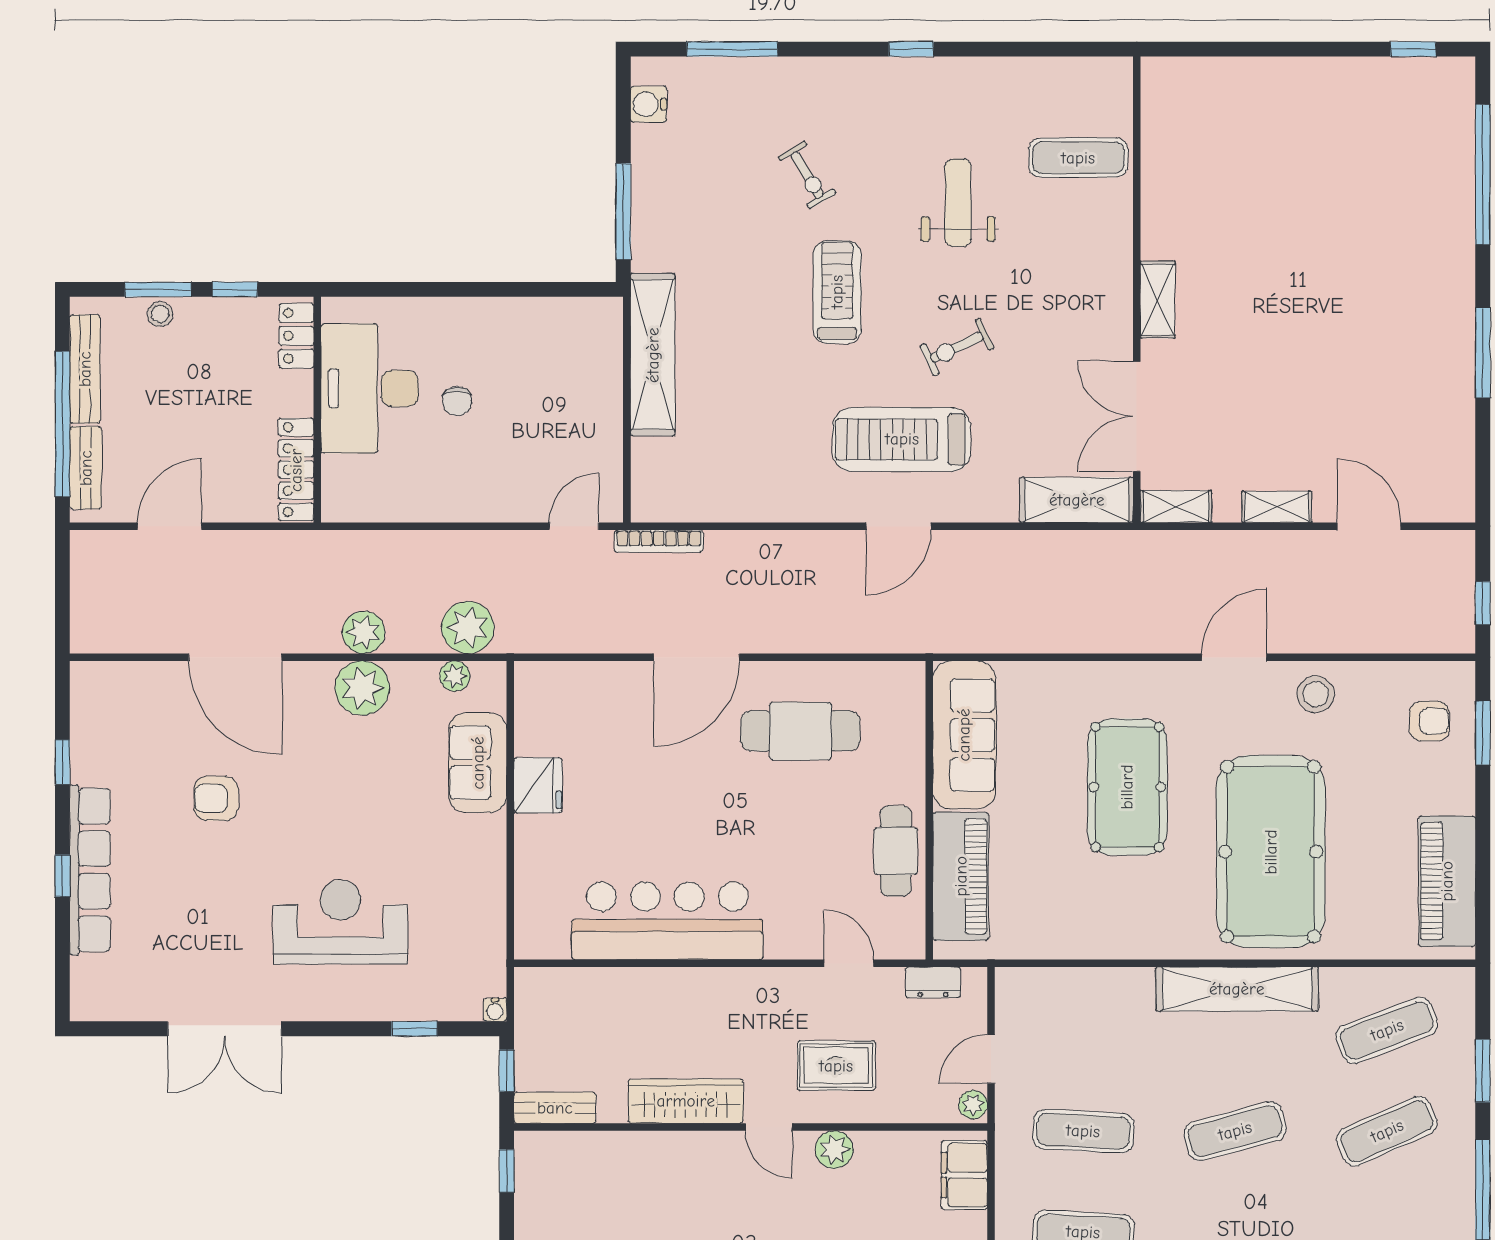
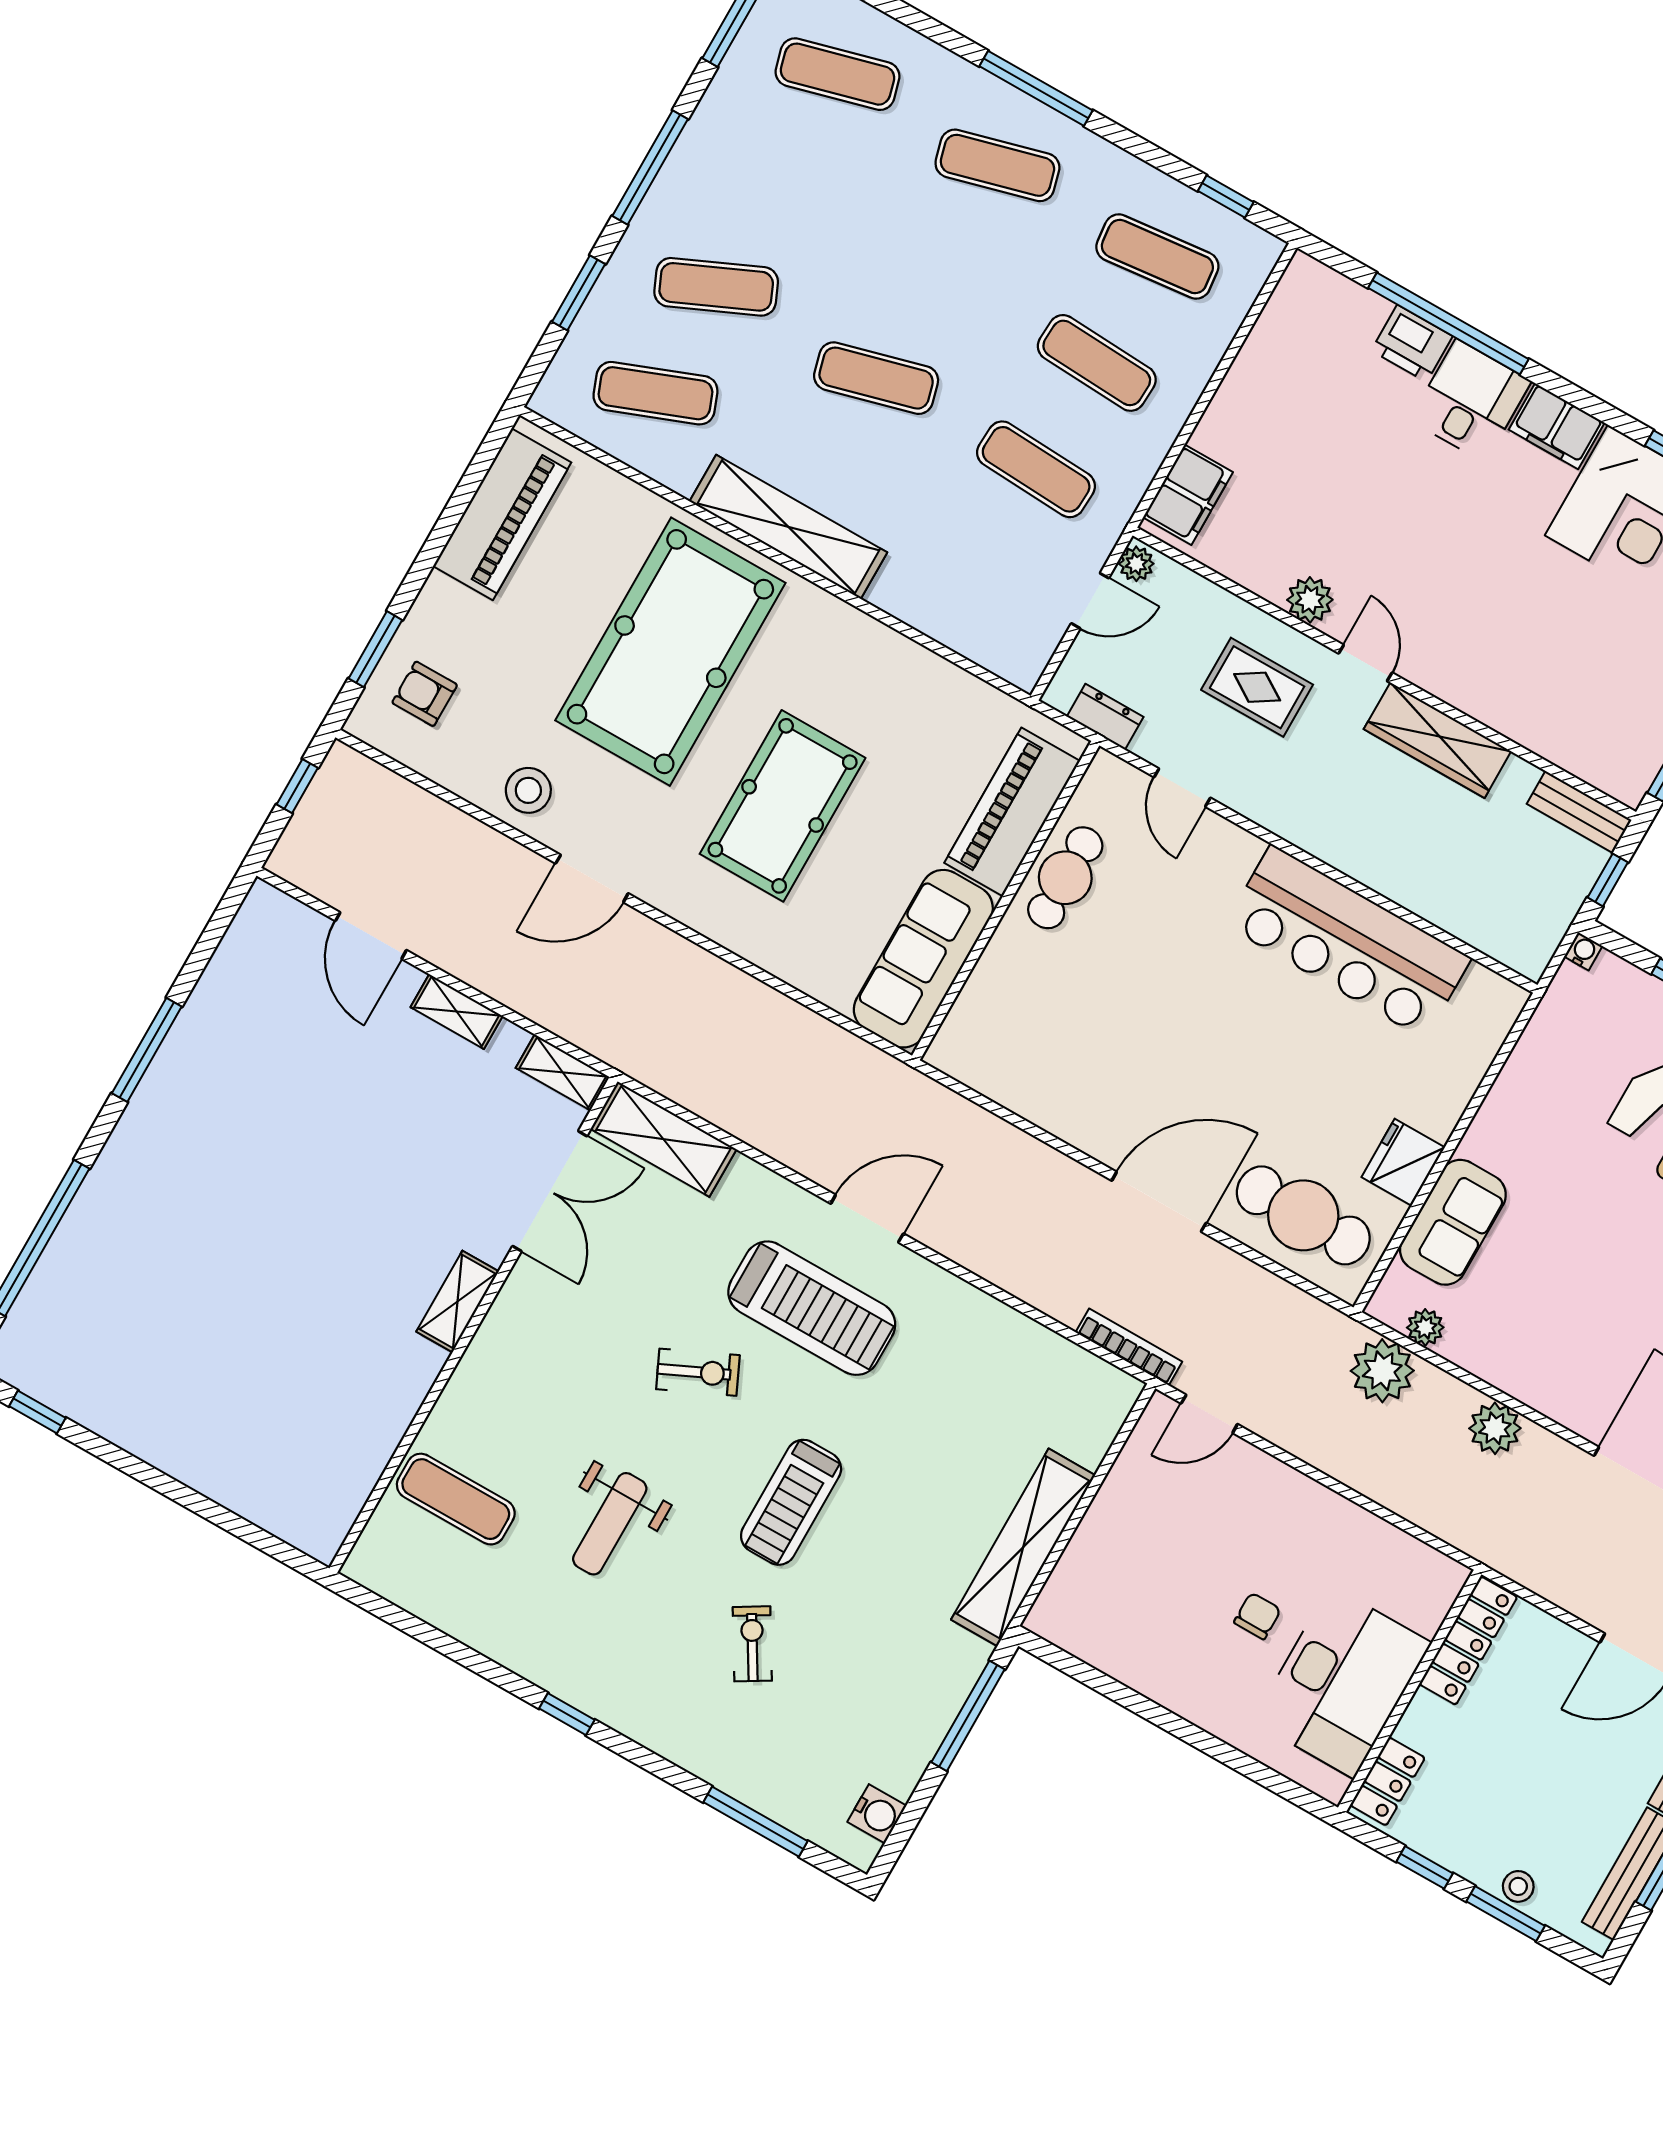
plant: (362, 688) -> (1530, 1371), removed
cafe table: (800, 731) -> (1303, 1215), moved

